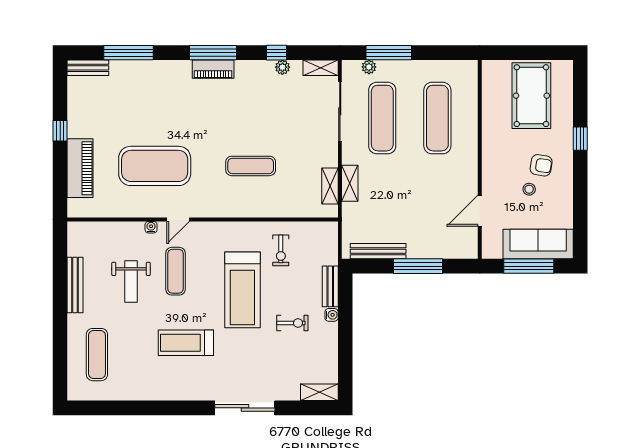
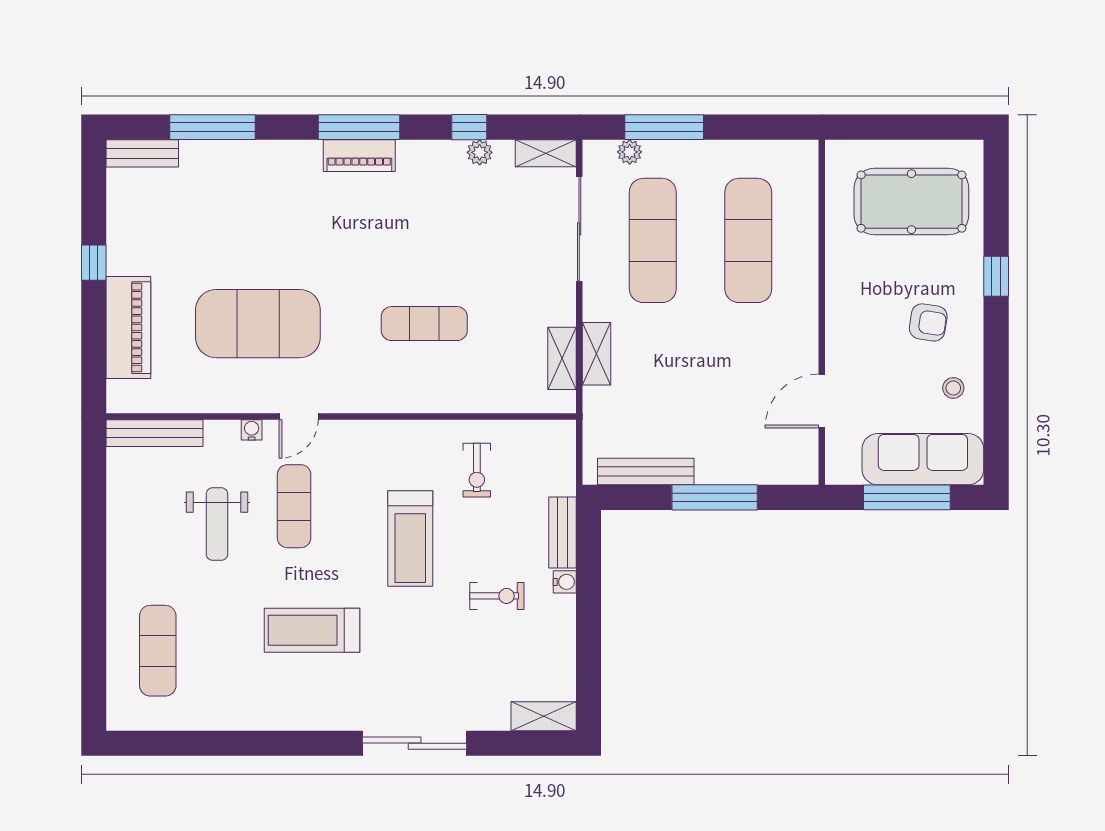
pool table: (531, 96) -> (911, 202), turned 90
stool: (529, 189) -> (953, 388), moved
bench: (75, 285) -> (154, 433), moved, turned 90
treadmill: (242, 290) -> (410, 538), width x0.73, depth x0.73

